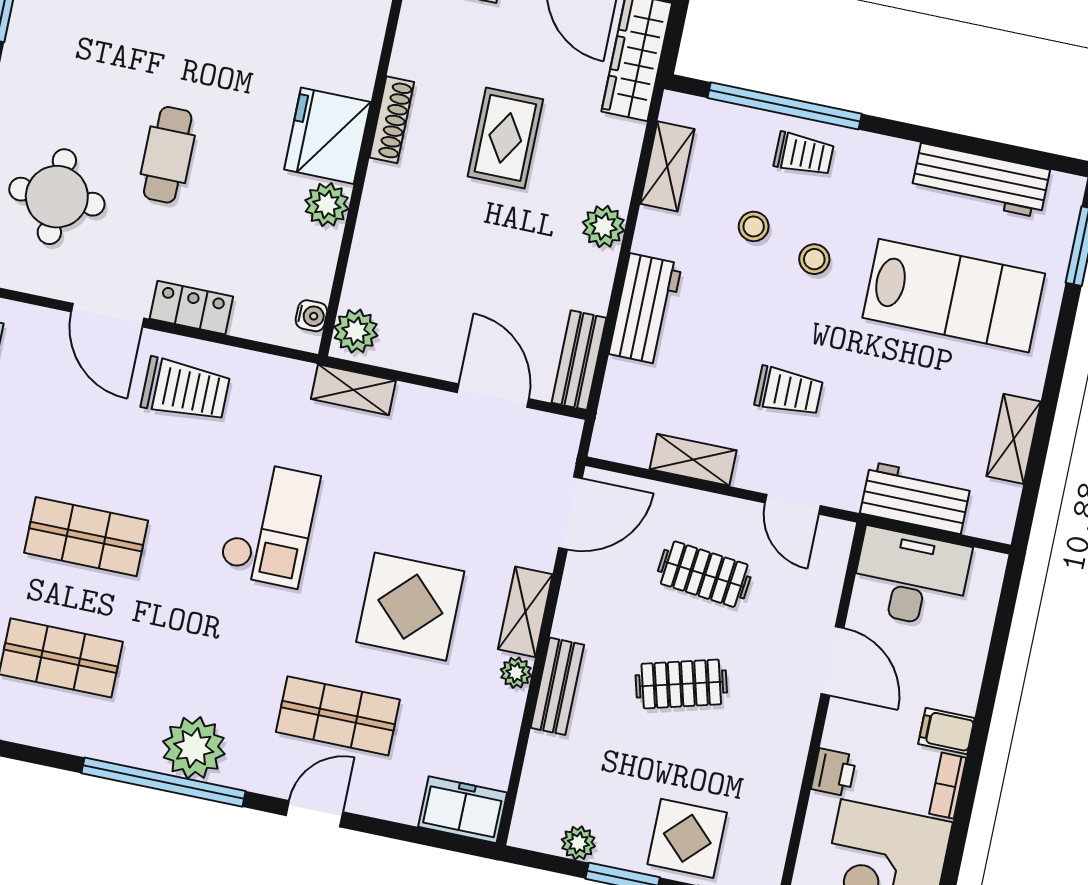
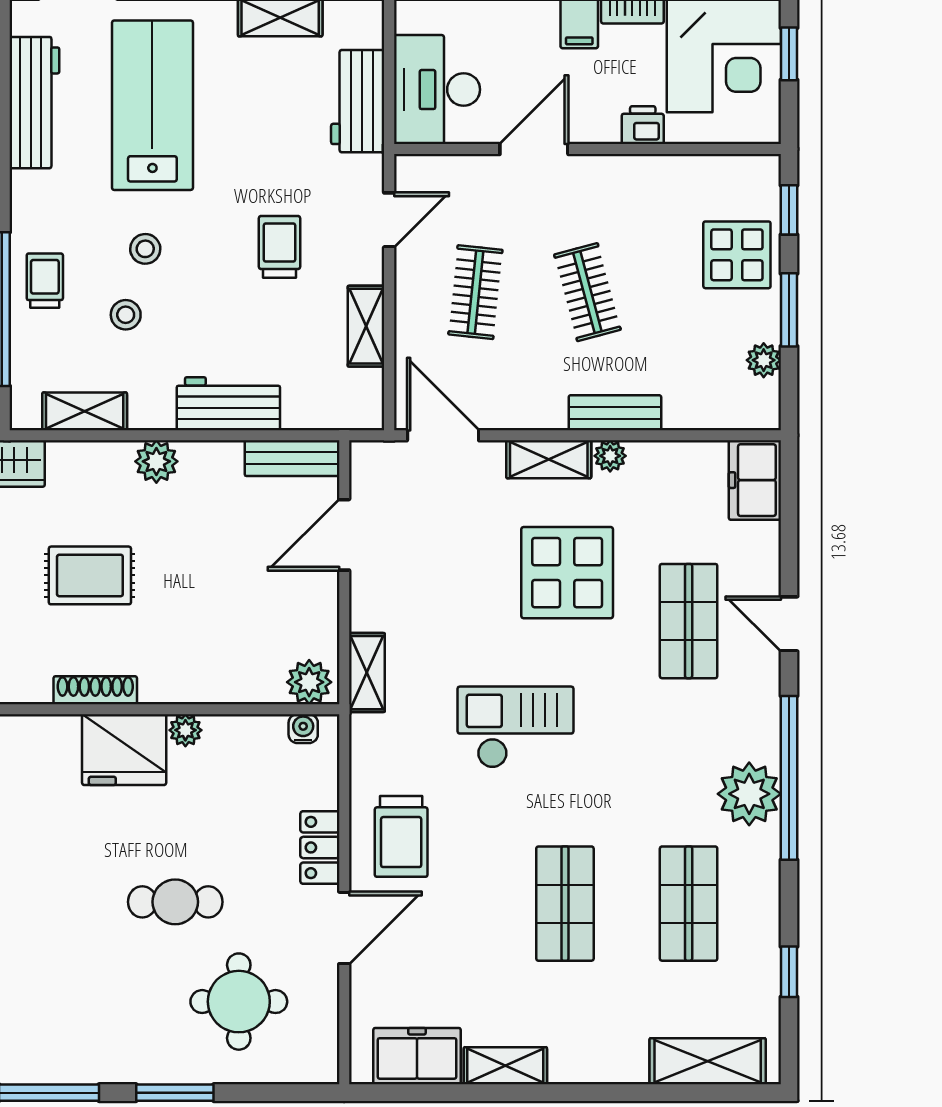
plant: (327, 205) -> (185, 730), width x0.73, depth x0.73
trolley: (186, 390) -> (401, 836), turned 180
plant: (194, 748) -> (749, 794), moved

